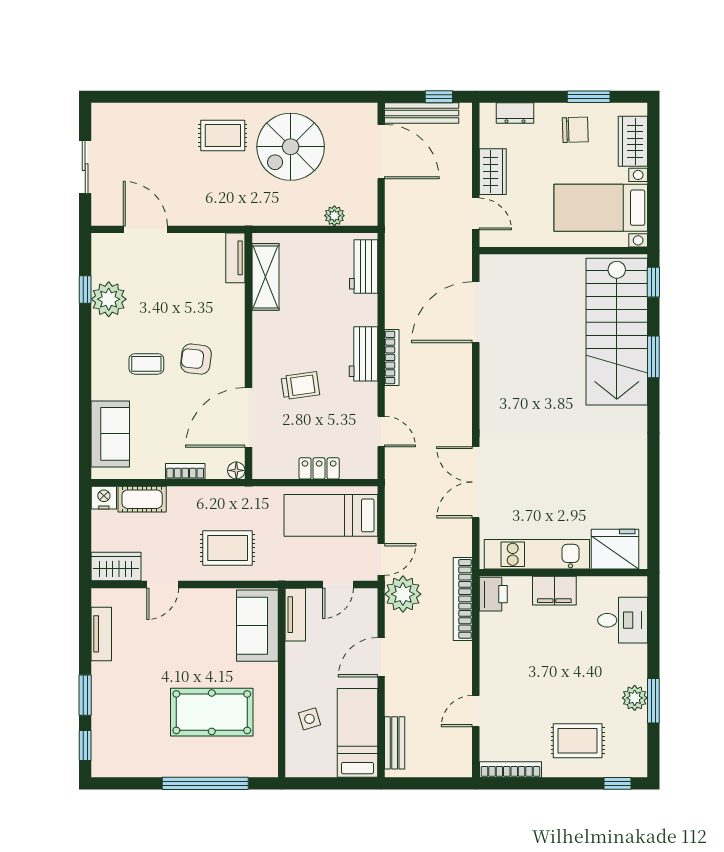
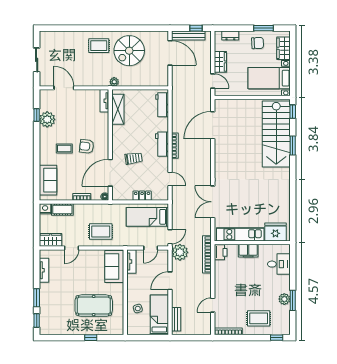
plant: (334, 216) -> (114, 82), moved
window: (205, 783) -> (91, 338), width x0.32

